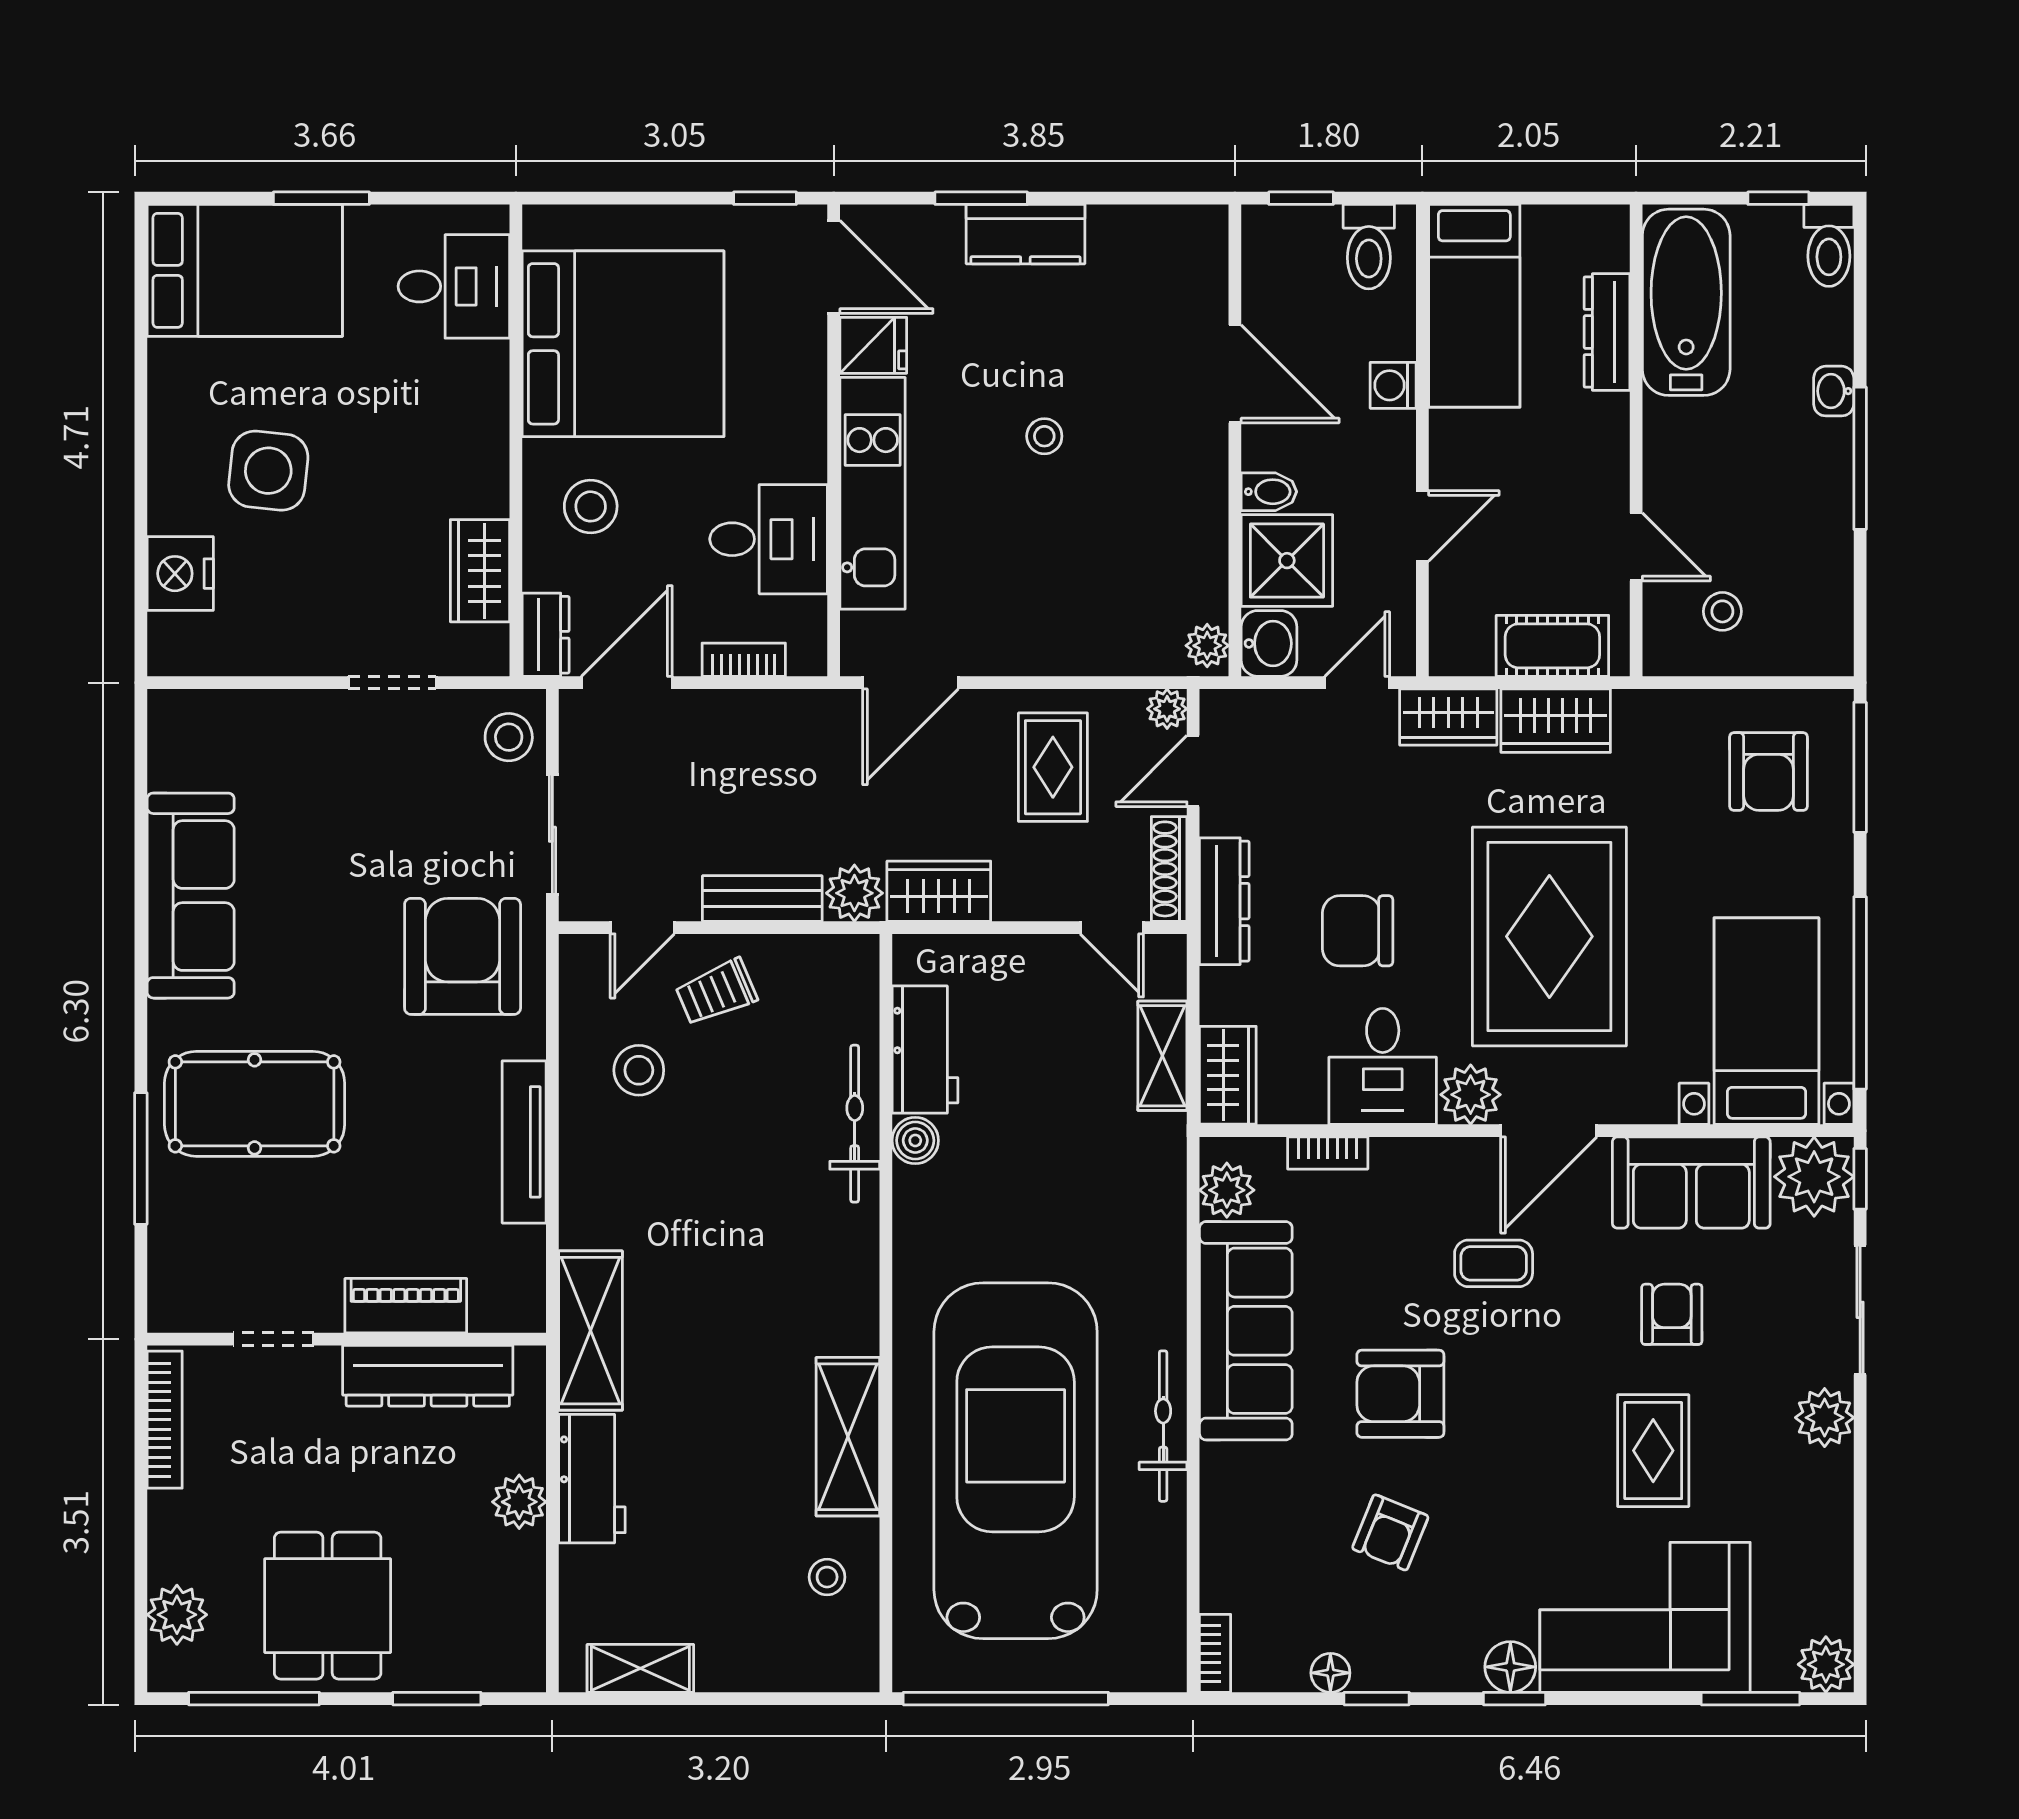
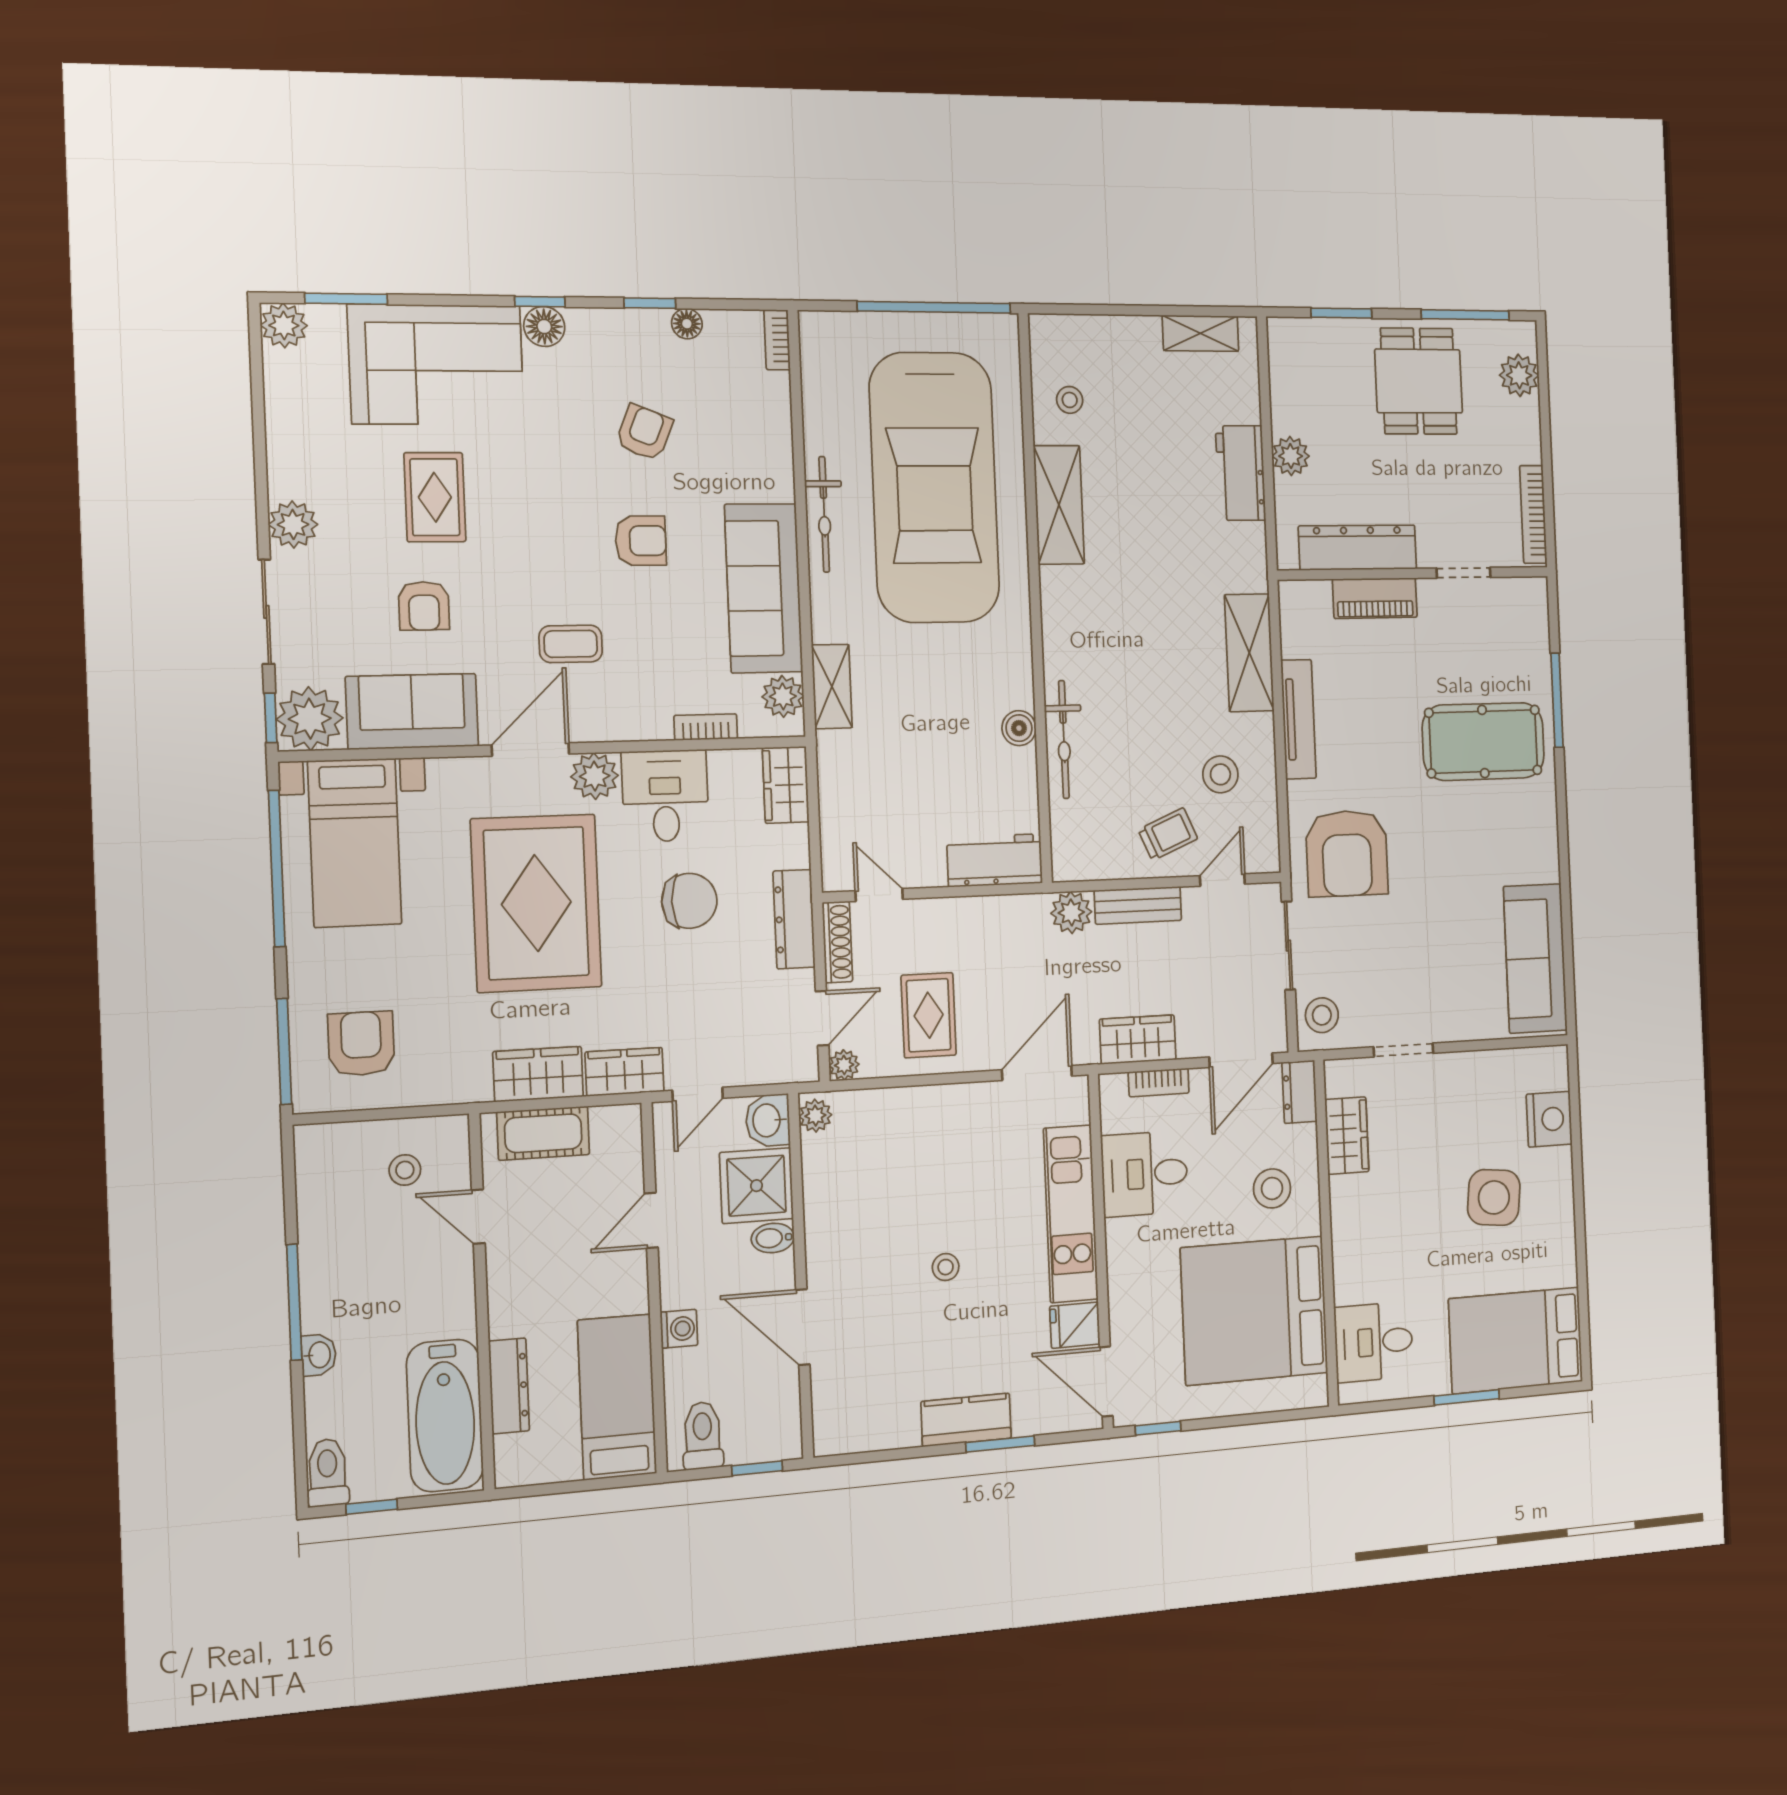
wardrobe: (939, 891) -> (1138, 1039), moved, turned 180
sofa: (191, 896) -> (1535, 958), moved
workbench: (925, 1050) -> (995, 860), moved, turned 90
shelving: (1162, 1056) -> (832, 686), moved
shelving: (590, 1331) -> (1249, 653), moved
armchair: (1400, 1394) -> (641, 541), width x0.72, depth x0.72

